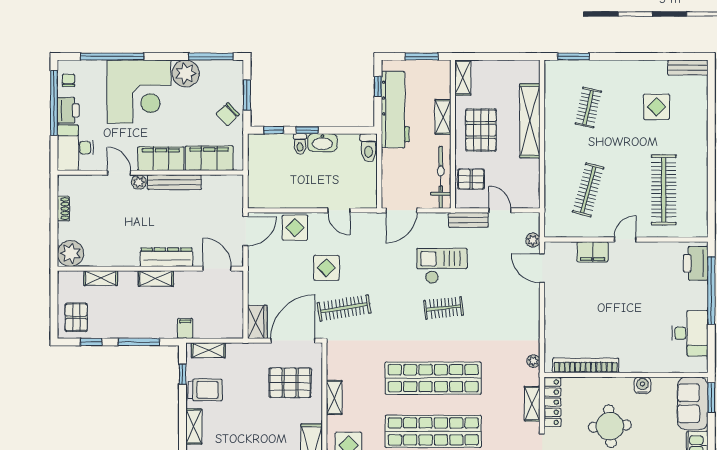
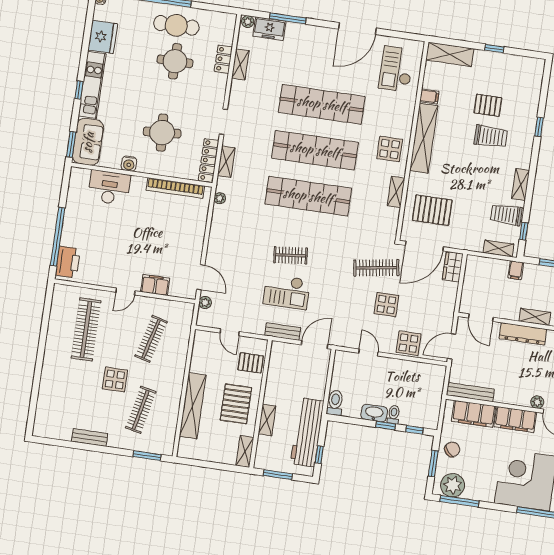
bench: (688, 68) -> (90, 438), moved
plant: (186, 73) -> (453, 485), moved
display table: (656, 107) -> (115, 379), moved
clothes rail: (588, 108) -> (141, 410), width x1.36
bicycle: (441, 177) -> (277, 368), removed
bench: (174, 182) -> (470, 392), moved
bench: (468, 220) -> (283, 332), moved
desk: (690, 333) -> (109, 188), moved, turned 90

